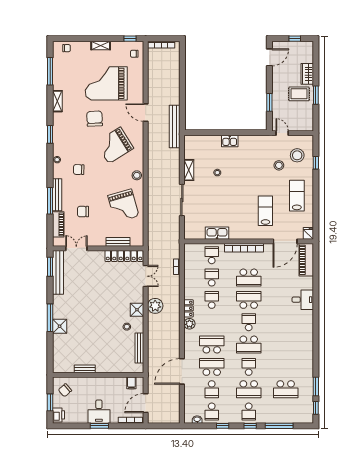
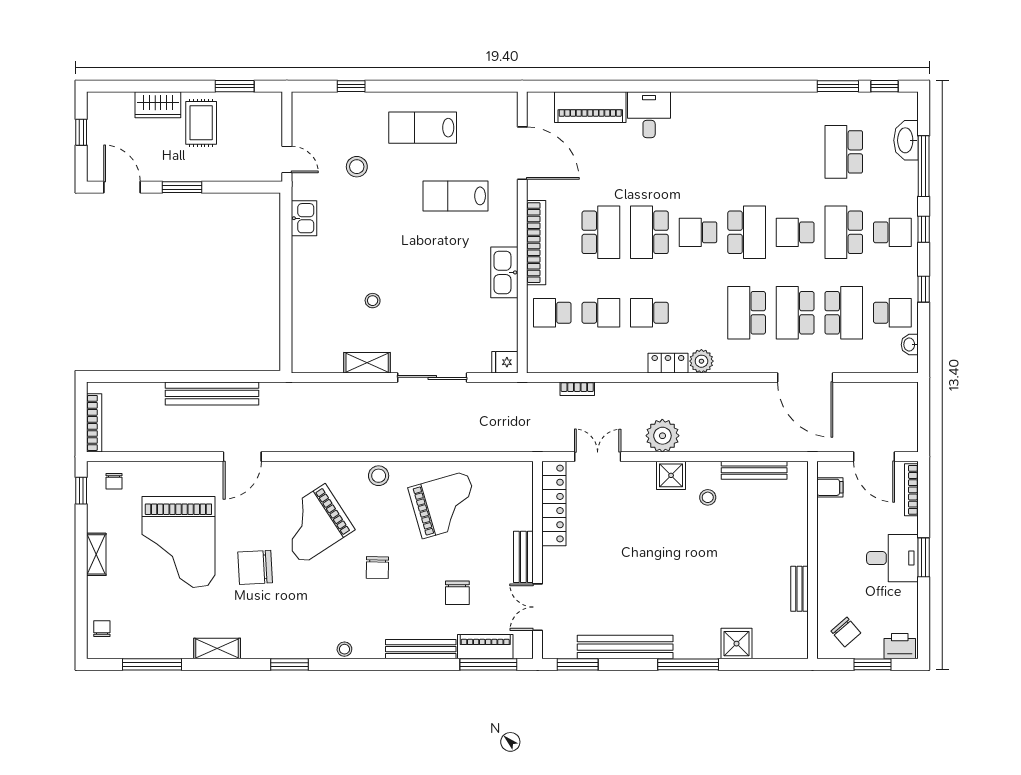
window: (316, 95) -> (235, 86), moved
window: (269, 102) -> (182, 187), moved
bench: (175, 127) -> (212, 393), moved
door: (282, 133) -> (287, 160), swing flipped
kitchen sink: (230, 141) -> (304, 218), moved
grand piano: (115, 145) -> (313, 524), turned 89
stool: (297, 155) -> (335, 127), removed
chair: (79, 170) -> (377, 568), moved
window: (50, 201) -> (488, 664), moved
kitchen sink: (217, 233) -> (504, 272), moved
fridge: (308, 233) -> (505, 362), moved
bench: (118, 242) -> (523, 557), moved
piano: (306, 260) -> (590, 107), moved
bench: (58, 272) -> (625, 647), moved
school desk: (212, 278) -> (601, 313), turned 180
shower: (60, 326) -> (736, 644), moved
school desk: (212, 389) -> (844, 313), width x1.85
school desk: (249, 389) -> (844, 232), turned 180
school desk: (286, 389) -> (844, 152), turned 180
washbasin: (291, 418) -> (906, 140), added

